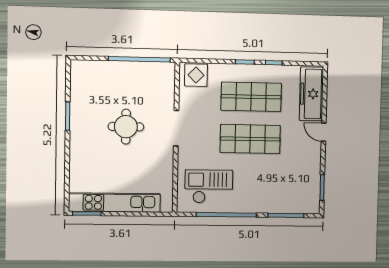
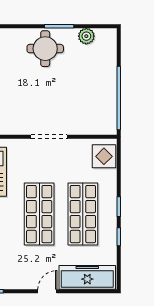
plant: (78, 90) -> (86, 36), added
round table: (126, 127) -> (45, 49), moved

